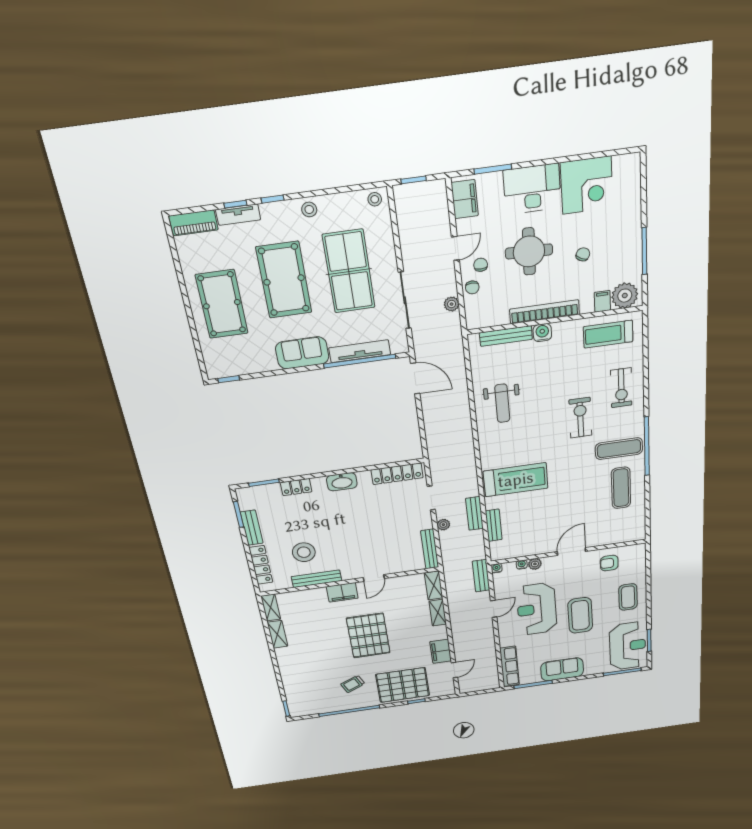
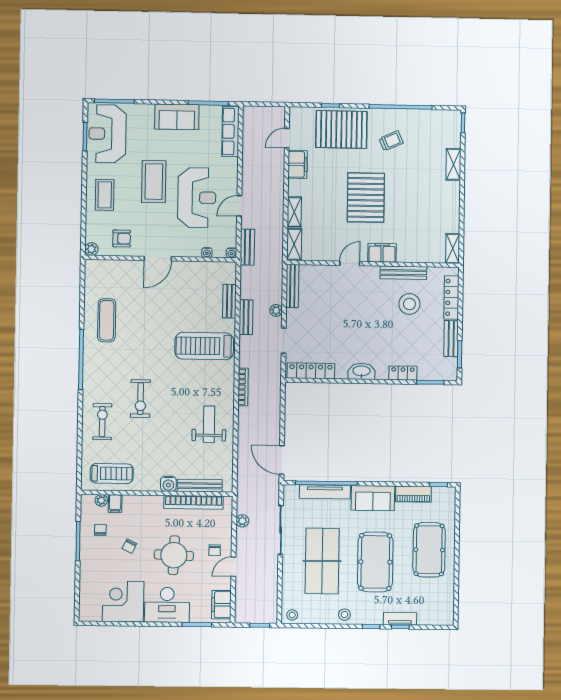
piano: (194, 223) -> (413, 494), moved, turned 180
chair: (472, 287) -> (100, 530), moved
plant: (625, 296) -> (101, 500), width x0.53, depth x0.53
bookcase: (545, 312) -> (194, 502), moved
bookcase: (469, 447) -> (243, 387), added
exercise mat: (619, 449) -> (107, 362), removed
plant: (535, 564) -> (91, 249), moved
shelving: (277, 634) -> (453, 164), moved

